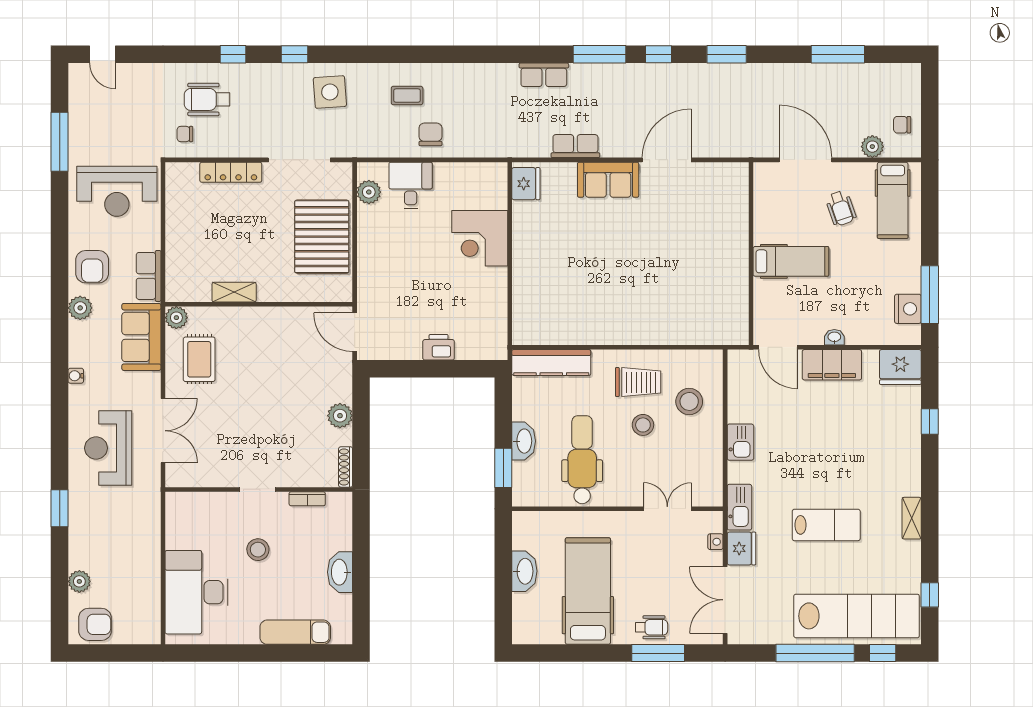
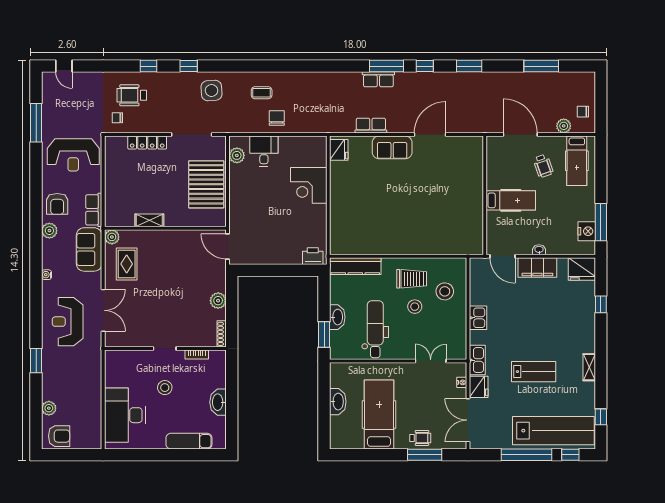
row of seats: (544, 75) -> (378, 79), moved
printer: (439, 347) -> (313, 256), moved

